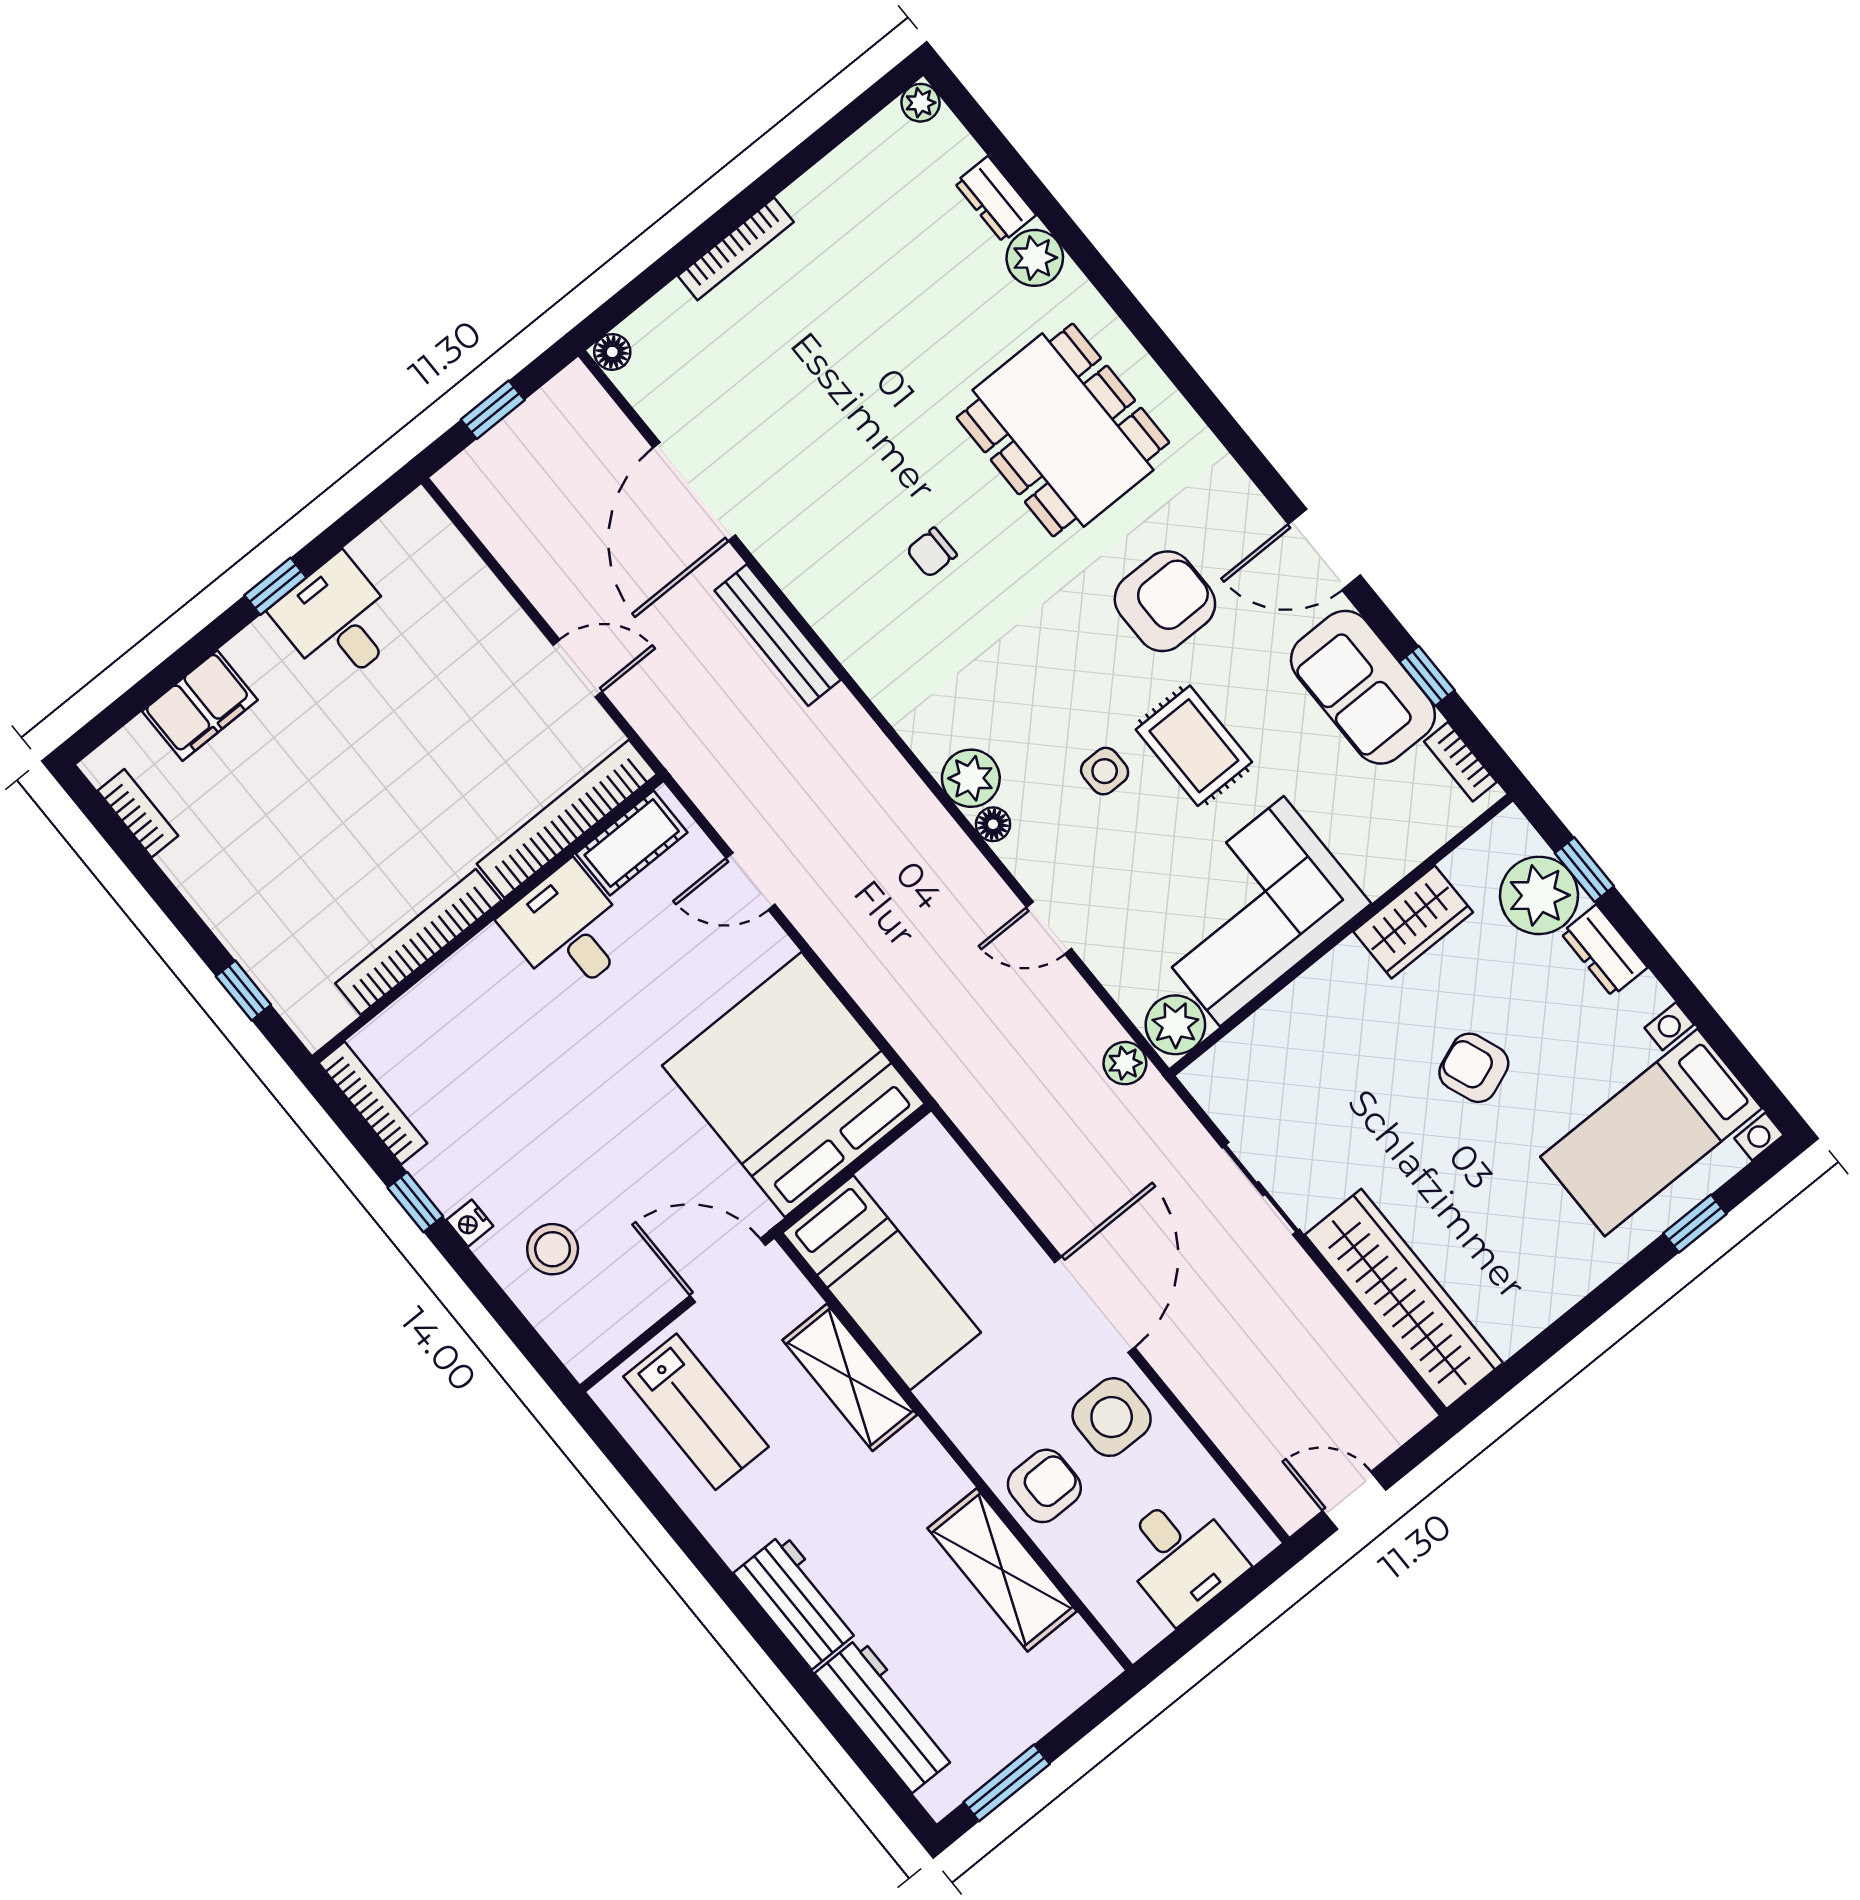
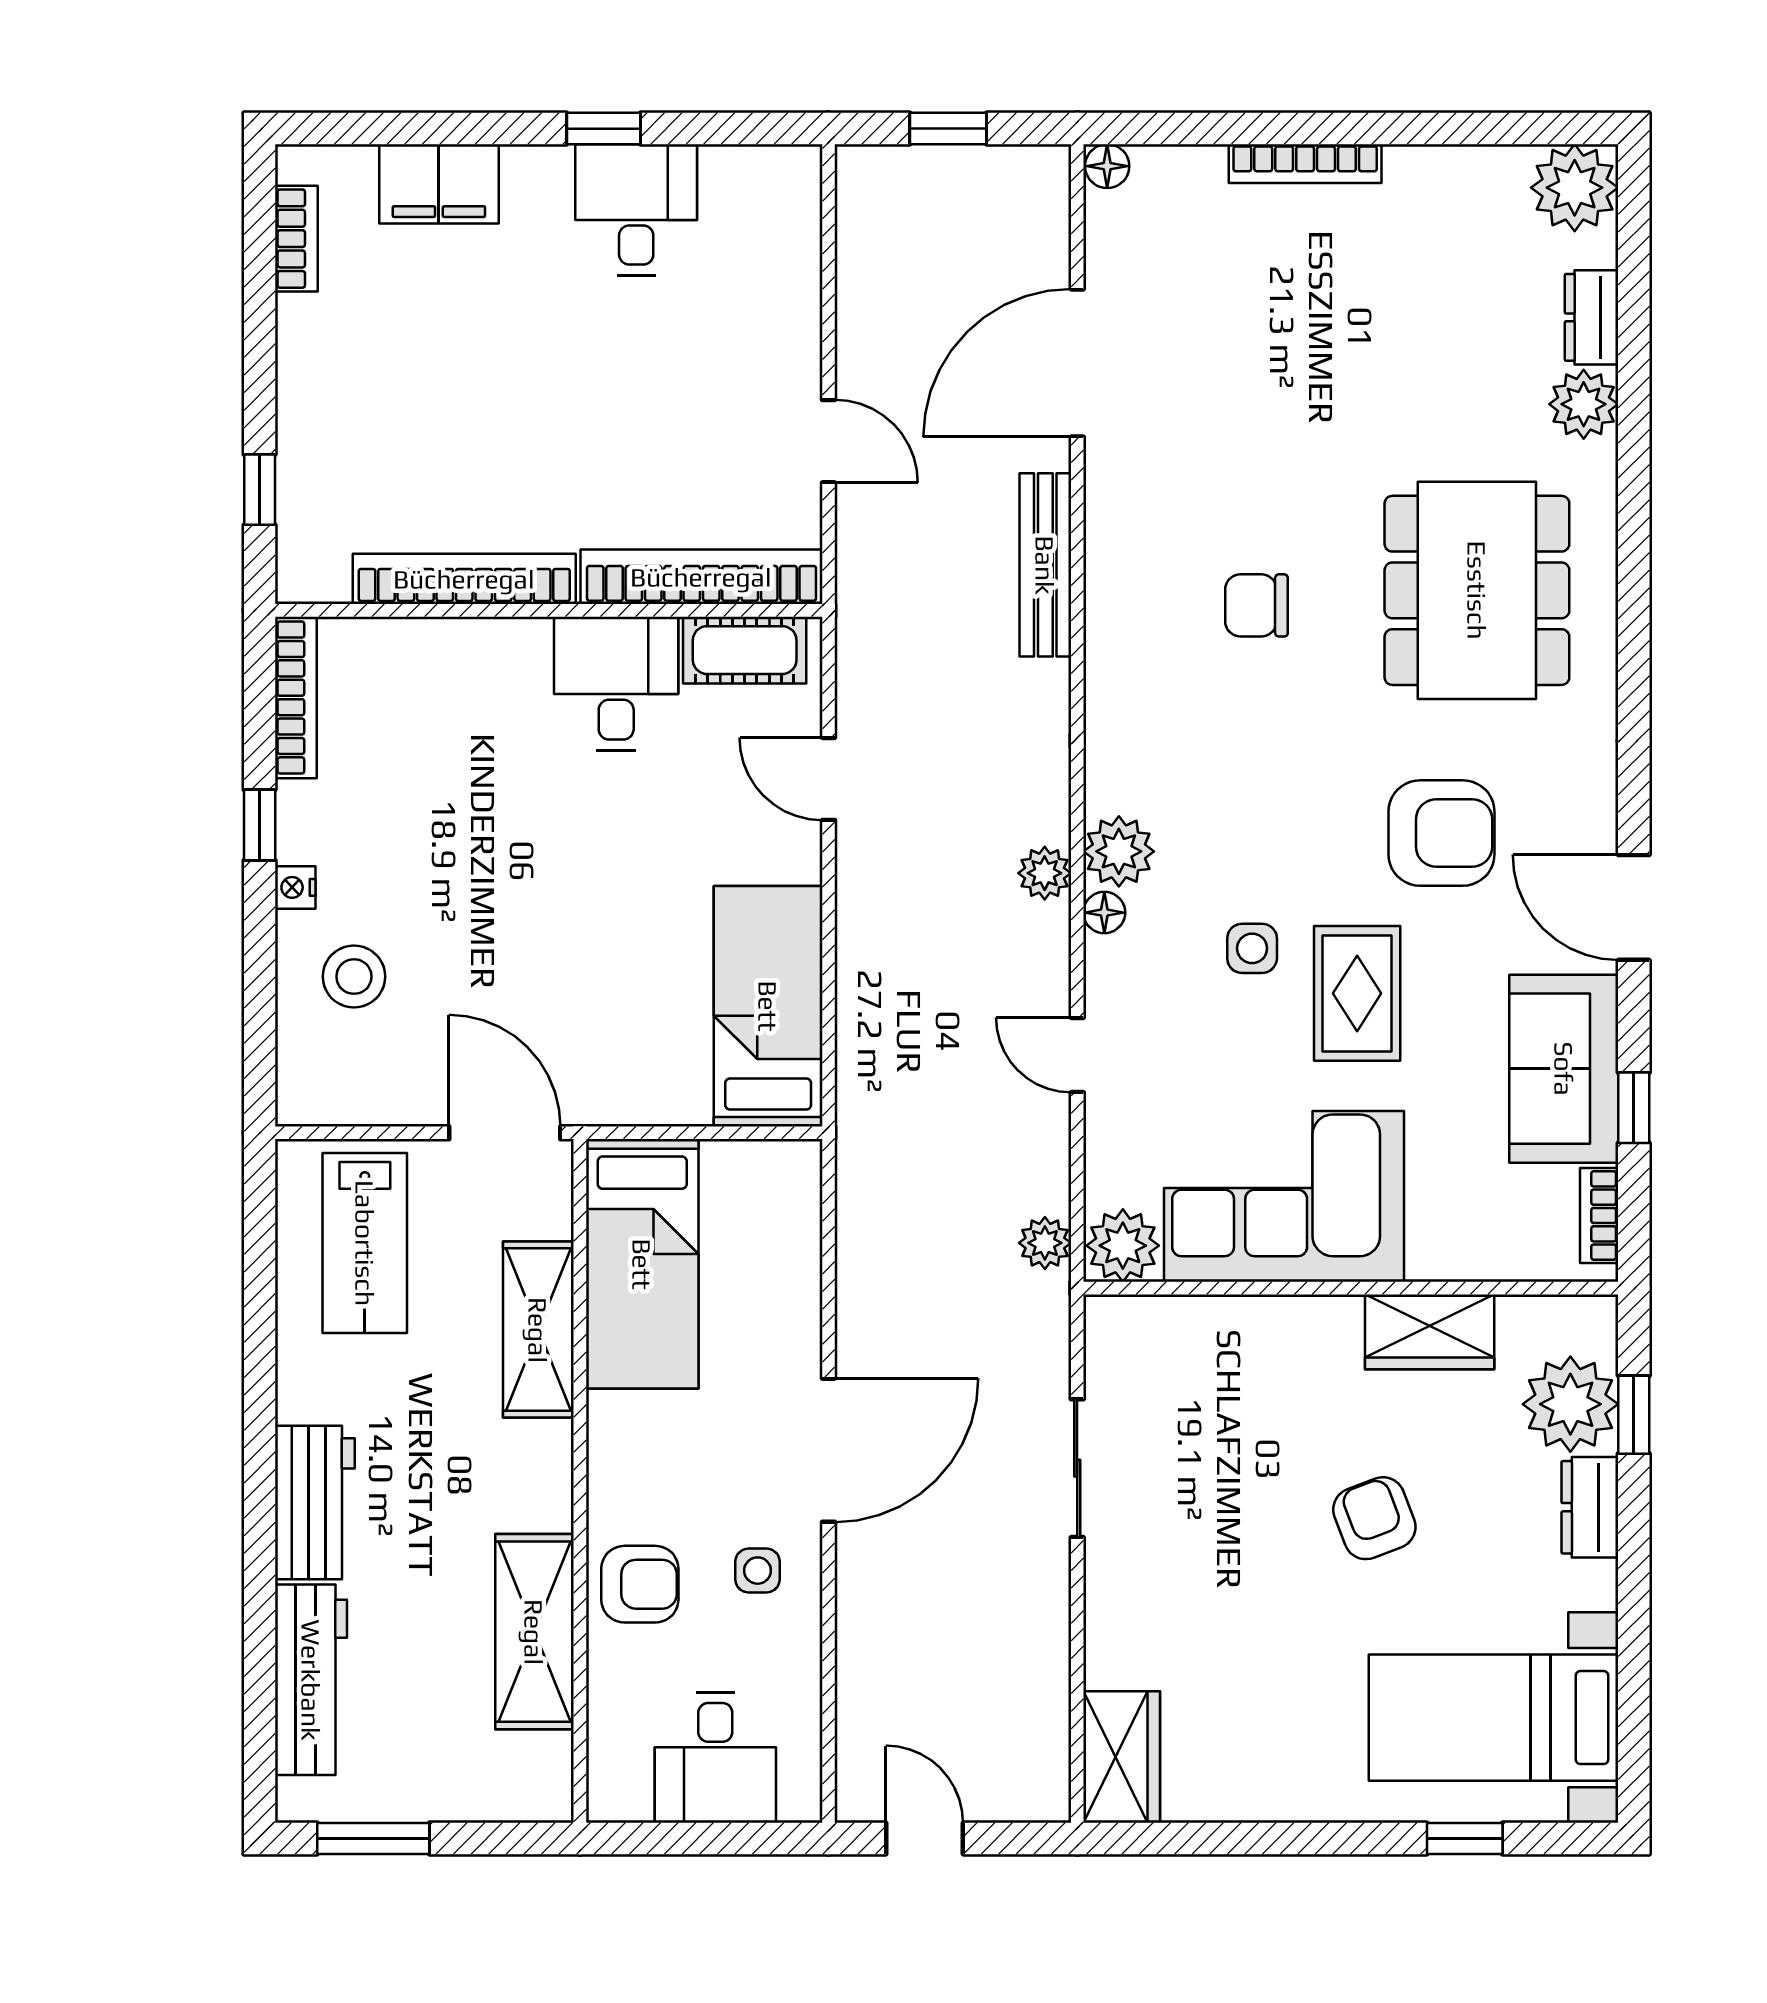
plant: (921, 103) -> (1575, 188), width x1.88, depth x1.88
chair: (932, 552) -> (1257, 605), width x1.37, depth x1.37
plant: (935, 830) -> (1045, 873), added
bed: (793, 1085) -> (768, 1006), width x0.49
wardrobe: (1404, 1299) -> (1122, 1757), width x0.48, depth x0.85
side table: (1112, 1417) -> (758, 1571), width x0.54, depth x0.54

